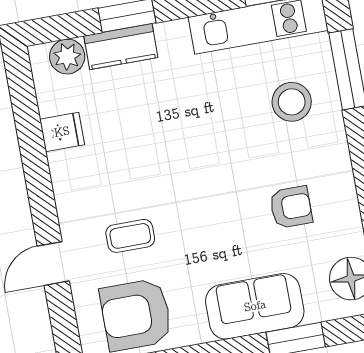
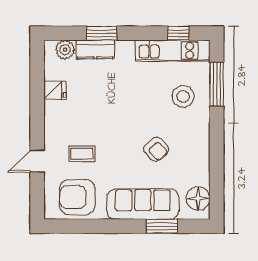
armchair: (291, 207) -> (156, 149), moved, turned 49
sofa: (255, 306) -> (143, 204), width x1.36

